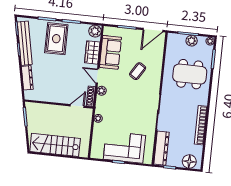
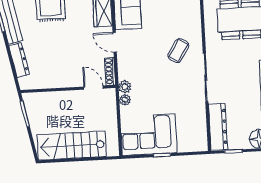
coffee table: (138, 71) -> (178, 51), moved
plant: (102, 91) -> (125, 87), moved
door: (77, 106) -> (93, 88), hinge flipped
corner sofa: (125, 147) -> (149, 135), moved

